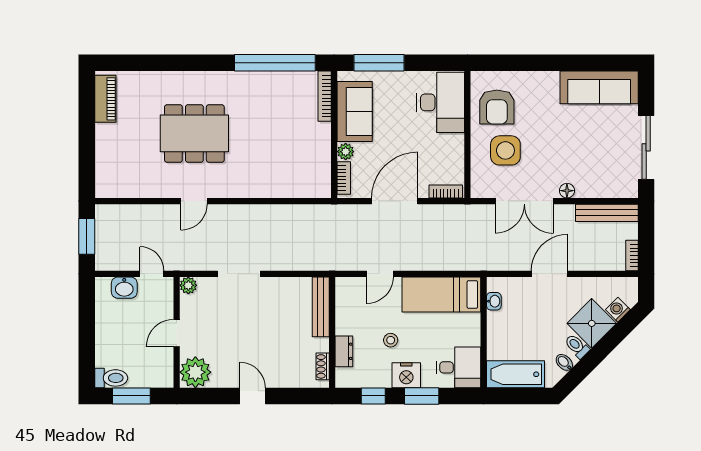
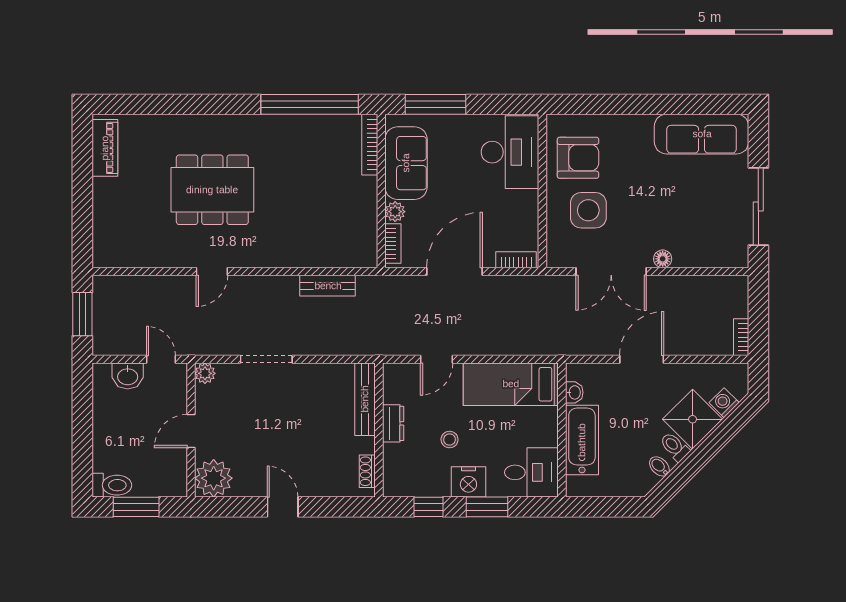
armchair: (497, 107) -> (578, 158), turned -90
bench: (607, 213) -> (328, 286), moved, width x0.73
dresser: (344, 351) -> (393, 423), moved
bathtub: (515, 374) -> (582, 440), moved, turned 90

